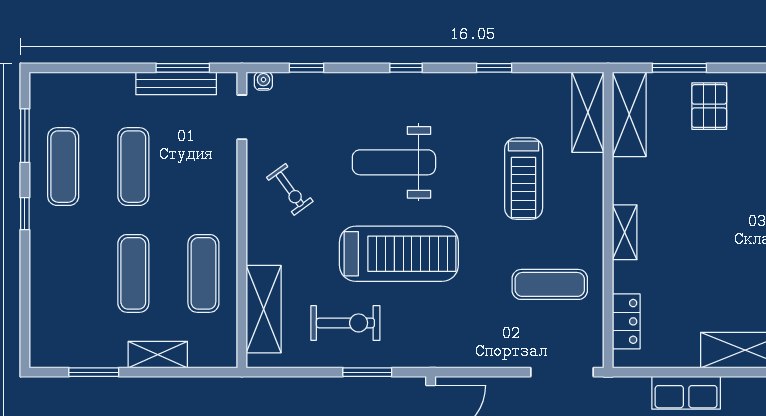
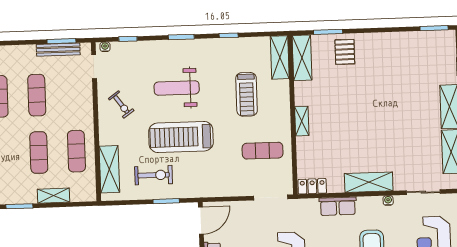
window: (406, 68) -> (181, 37), width x1.50
treadmill: (399, 254) -> (181, 137), turned 180
locker: (626, 321) -> (312, 186), moved, turned -90

